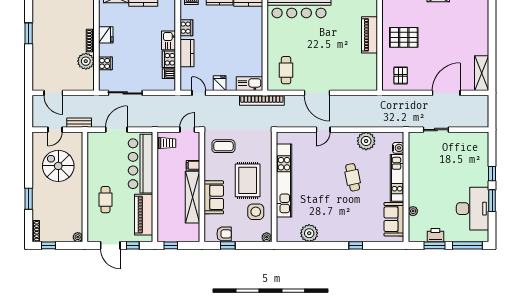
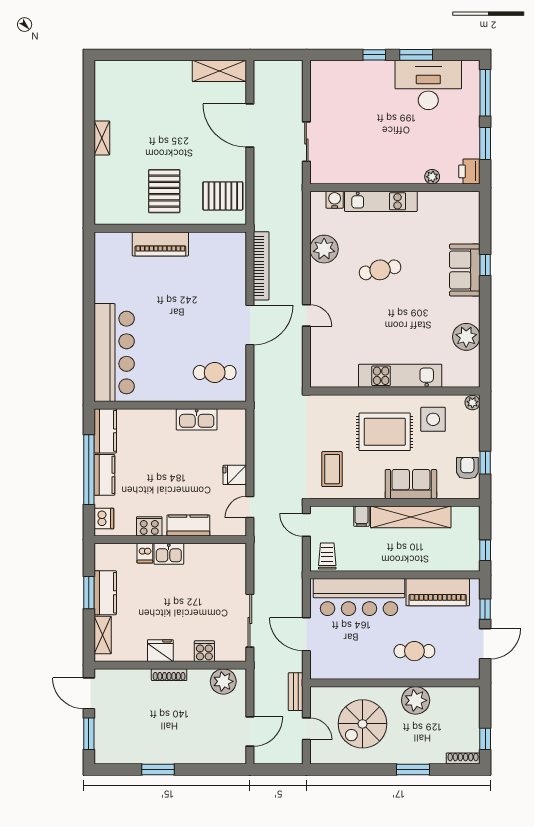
cooker: (169, 59) -> (198, 553), removed
plant: (86, 61) -> (223, 681), moved
dishwasher: (169, 74) -> (145, 553), moved
pallet: (401, 75) -> (223, 196), width x1.50, depth x1.42
kitchen sink: (249, 84) -> (197, 419), moved, turned -90
bookcase: (262, 100) -> (261, 266), moved
kitchen unit: (284, 181) -> (400, 376), width x0.73
sofa: (394, 219) -> (465, 270), moved, turned 90
printer: (435, 235) -> (469, 171), moved
plant: (78, 237) -> (416, 700), moved, width x1.88, depth x1.88

